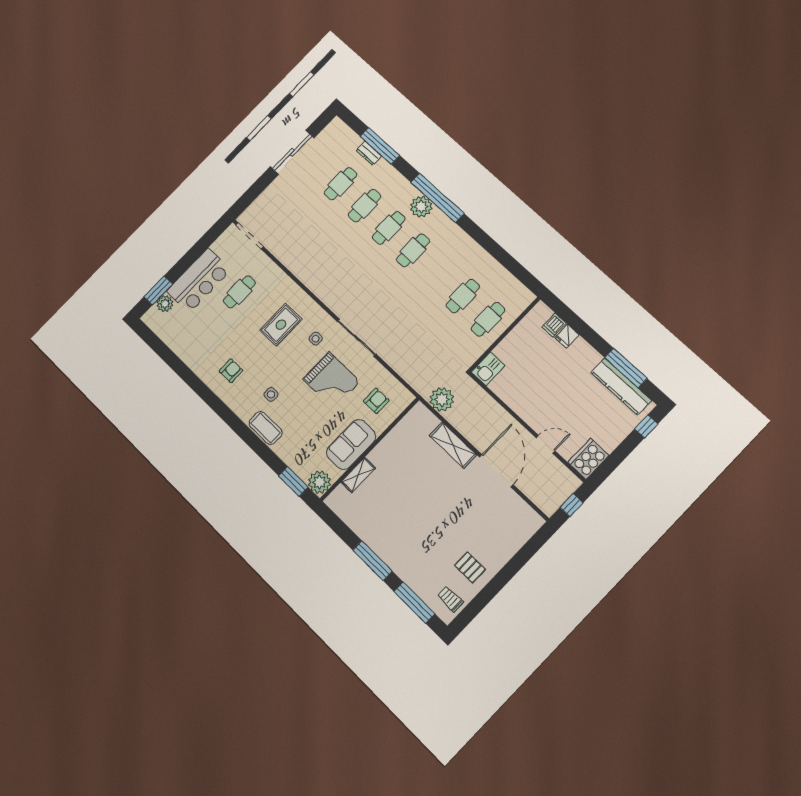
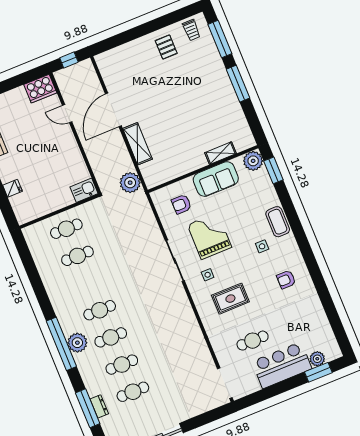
dishwasher: (554, 325) -> (18, 201), removed

